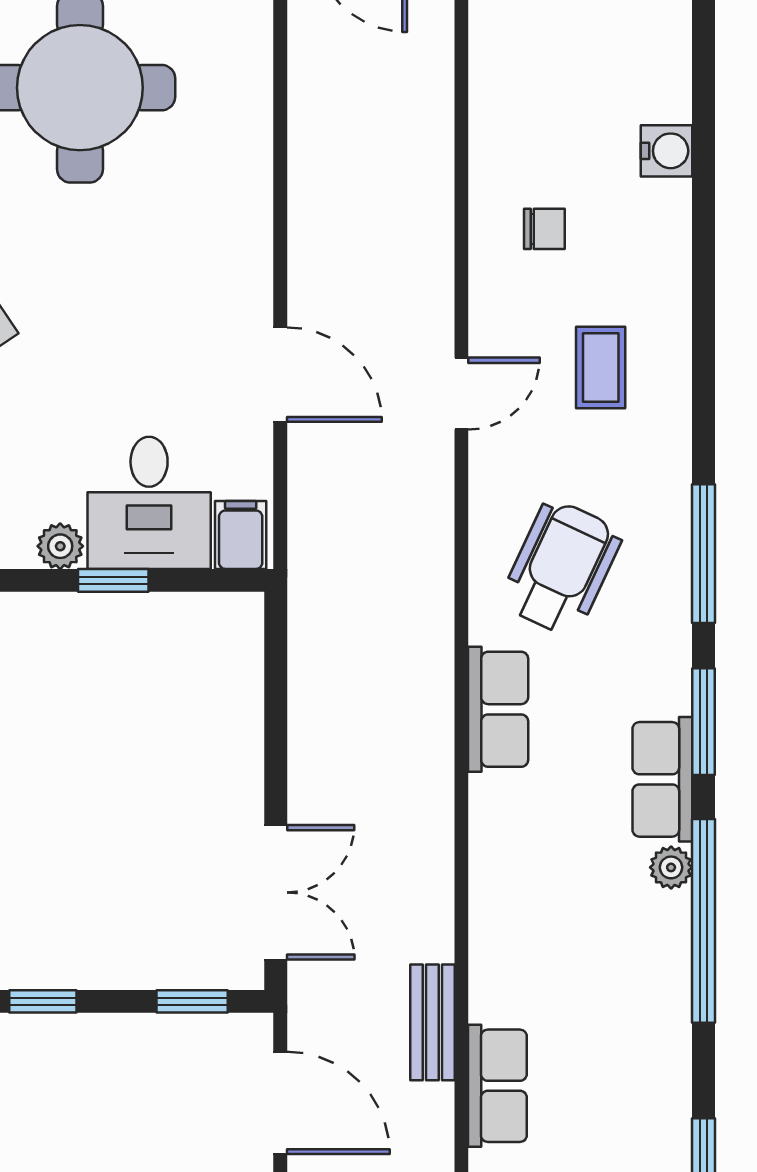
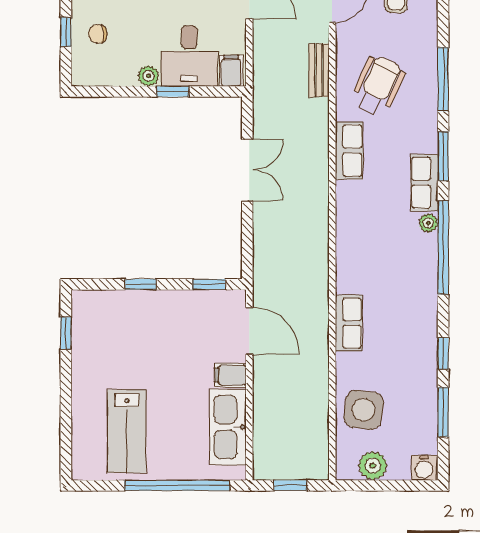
double door: (276, 892) -> (247, 170), moved
bench: (432, 1022) -> (319, 70), moved

